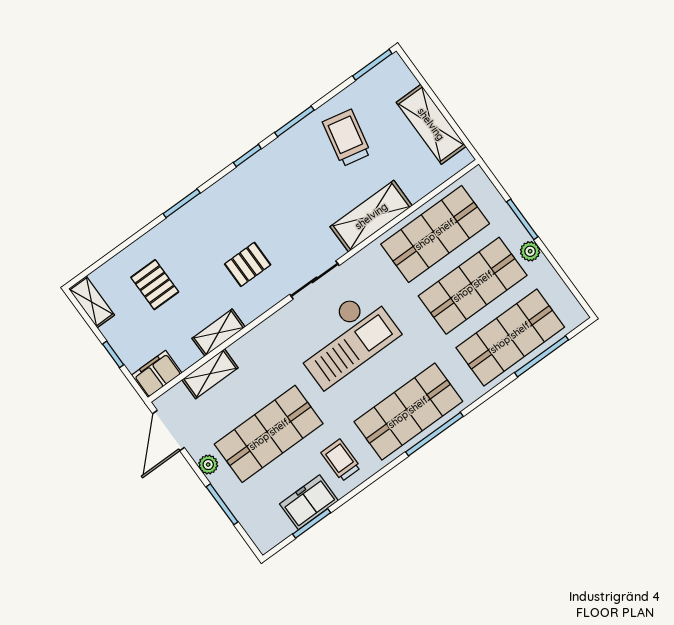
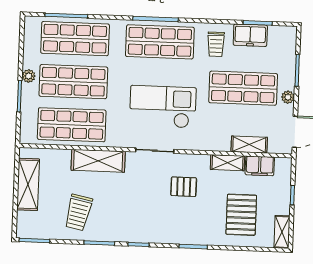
pallet: (155, 285) -> (241, 215), width x1.50, depth x1.42
filing cabinet: (157, 374) -> (260, 166), moved

